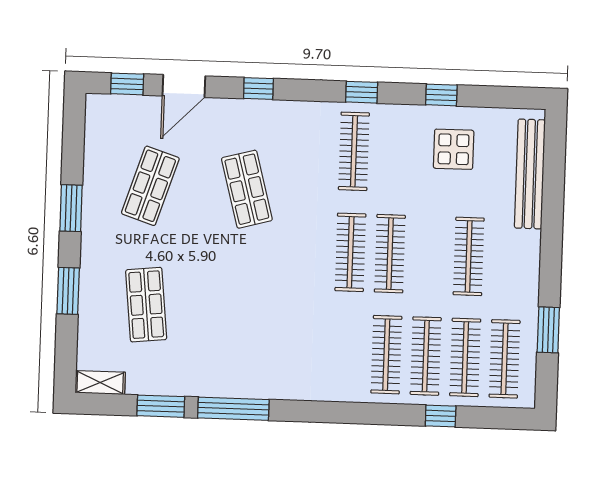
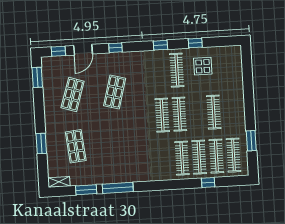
clothes rail: (354, 151) -> (177, 70), moved
bench: (530, 174) -> (237, 74), removed
shop shelf: (247, 189) -> (115, 92), turned 30
window: (71, 208) -> (37, 77), moved

